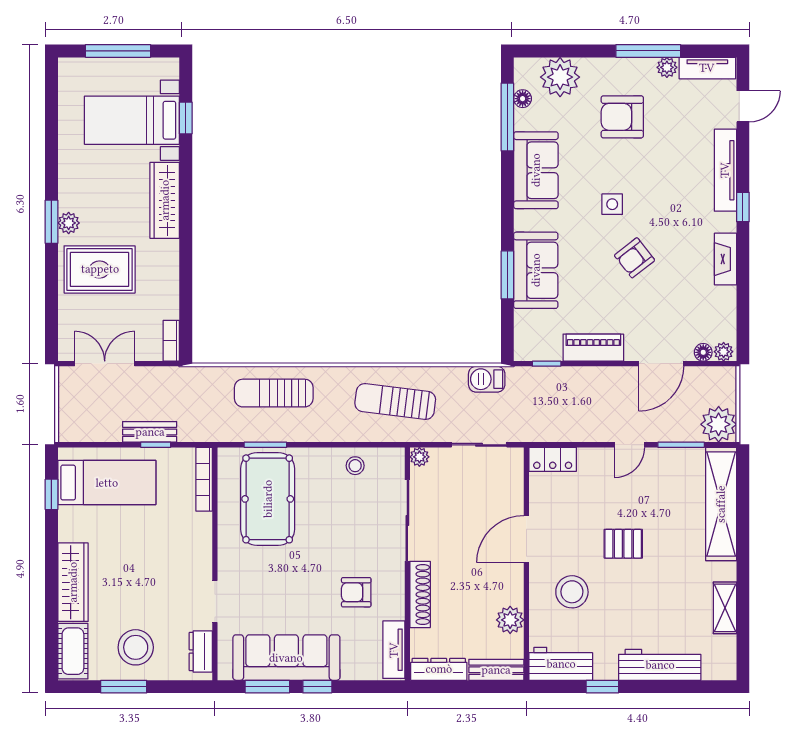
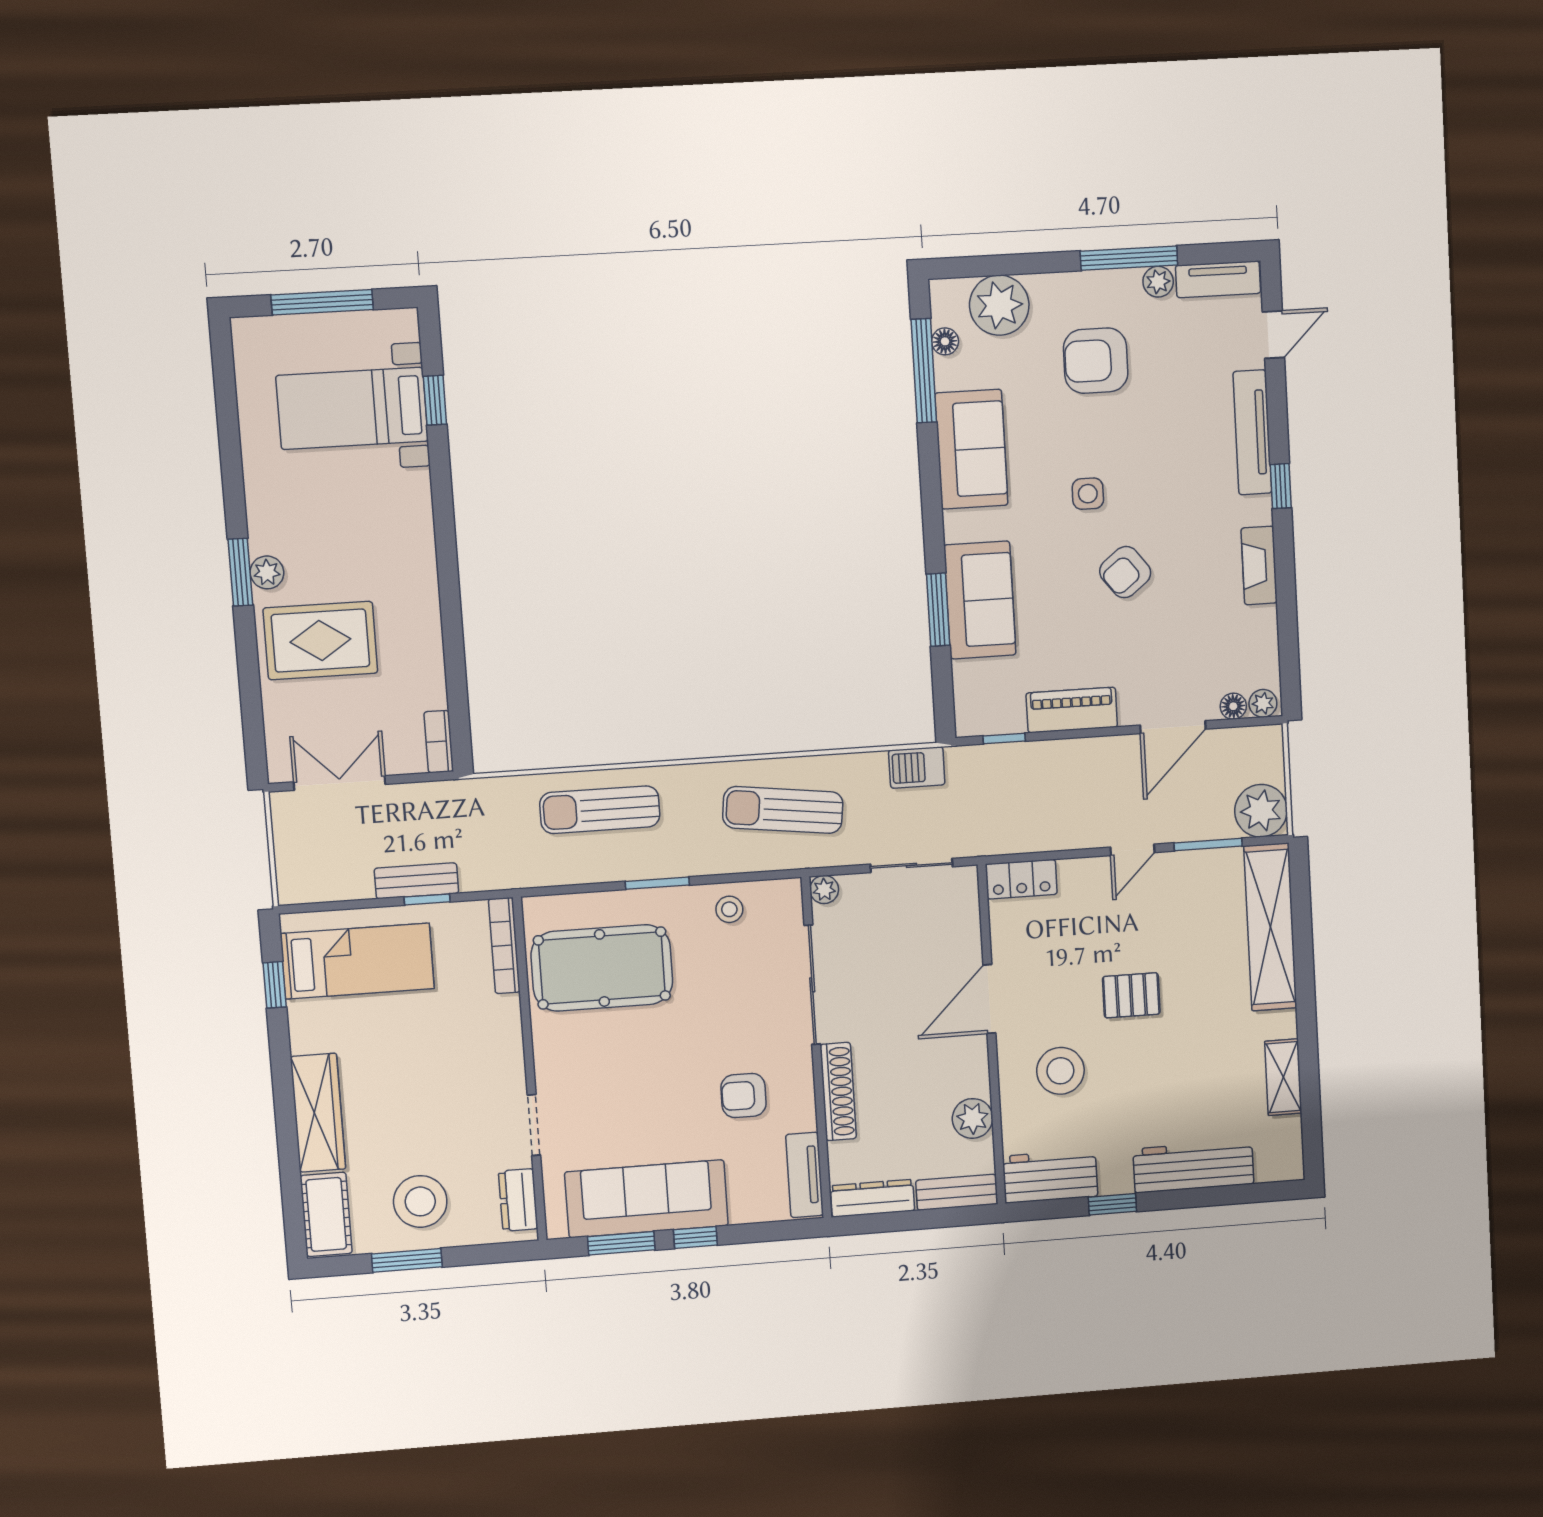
wardrobe: (165, 200) -> (412, 529), removed
window: (265, 445) -> (657, 883), moved
pool table: (268, 499) -> (602, 968), turned 90

